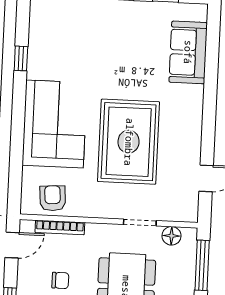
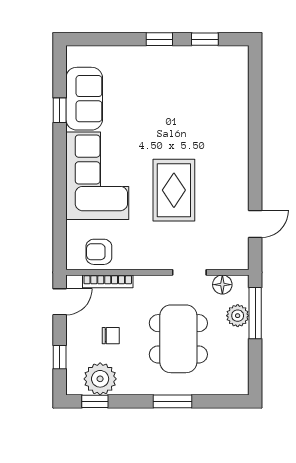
sofa: (188, 52) -> (84, 99), moved, turned 180
rug: (129, 142) -> (174, 190), width x0.73, depth x0.69
armchair: (53, 198) -> (99, 252), turned -86
plant: (185, 267) -> (238, 316), added

